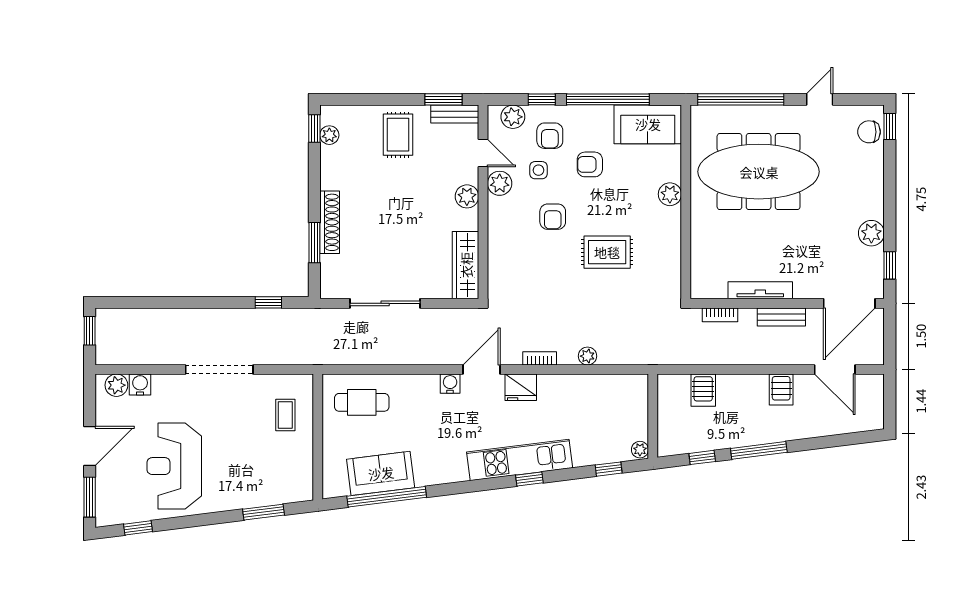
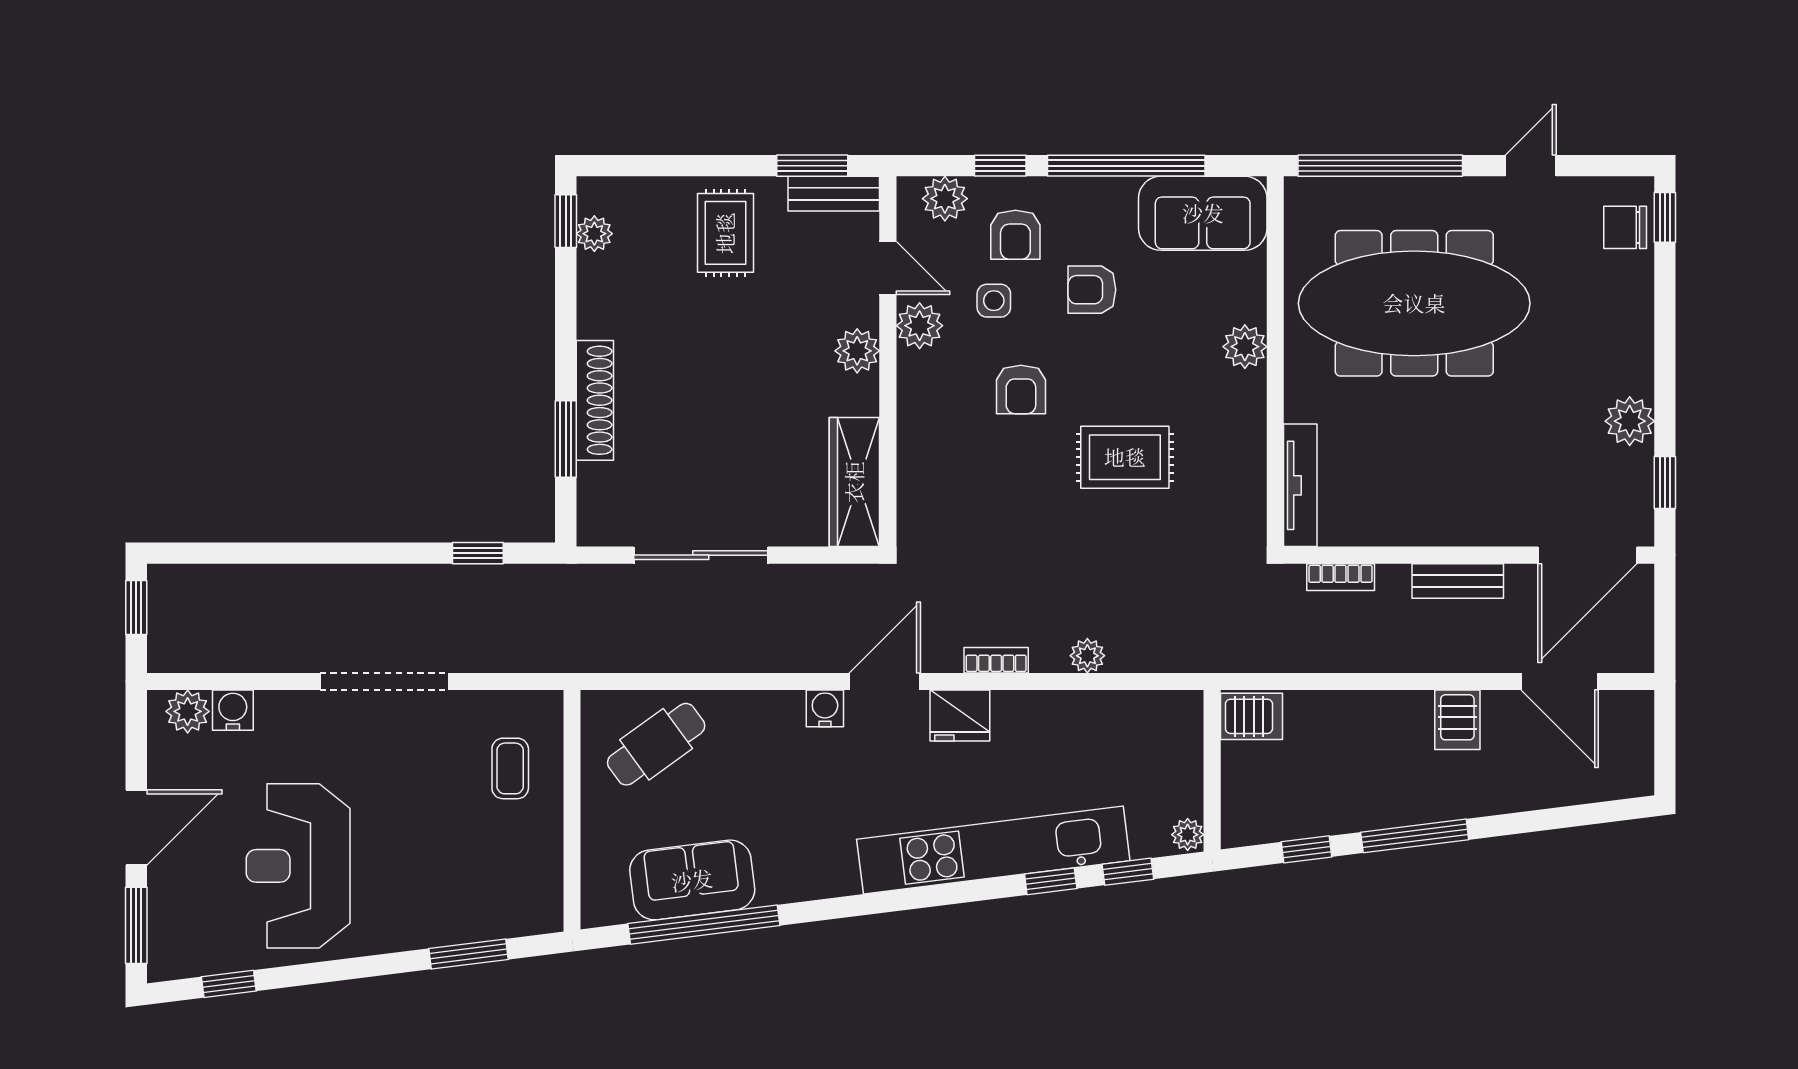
tv unit: (760, 290) -> (1300, 485), moved, turned 90
server rack: (703, 390) -> (1251, 716), moved, turned -90
cafe table: (362, 402) -> (656, 744), turned -36
kitchen unit: (520, 460) -> (993, 850), width x1.36
window: (529, 479) -> (1051, 881), moved

